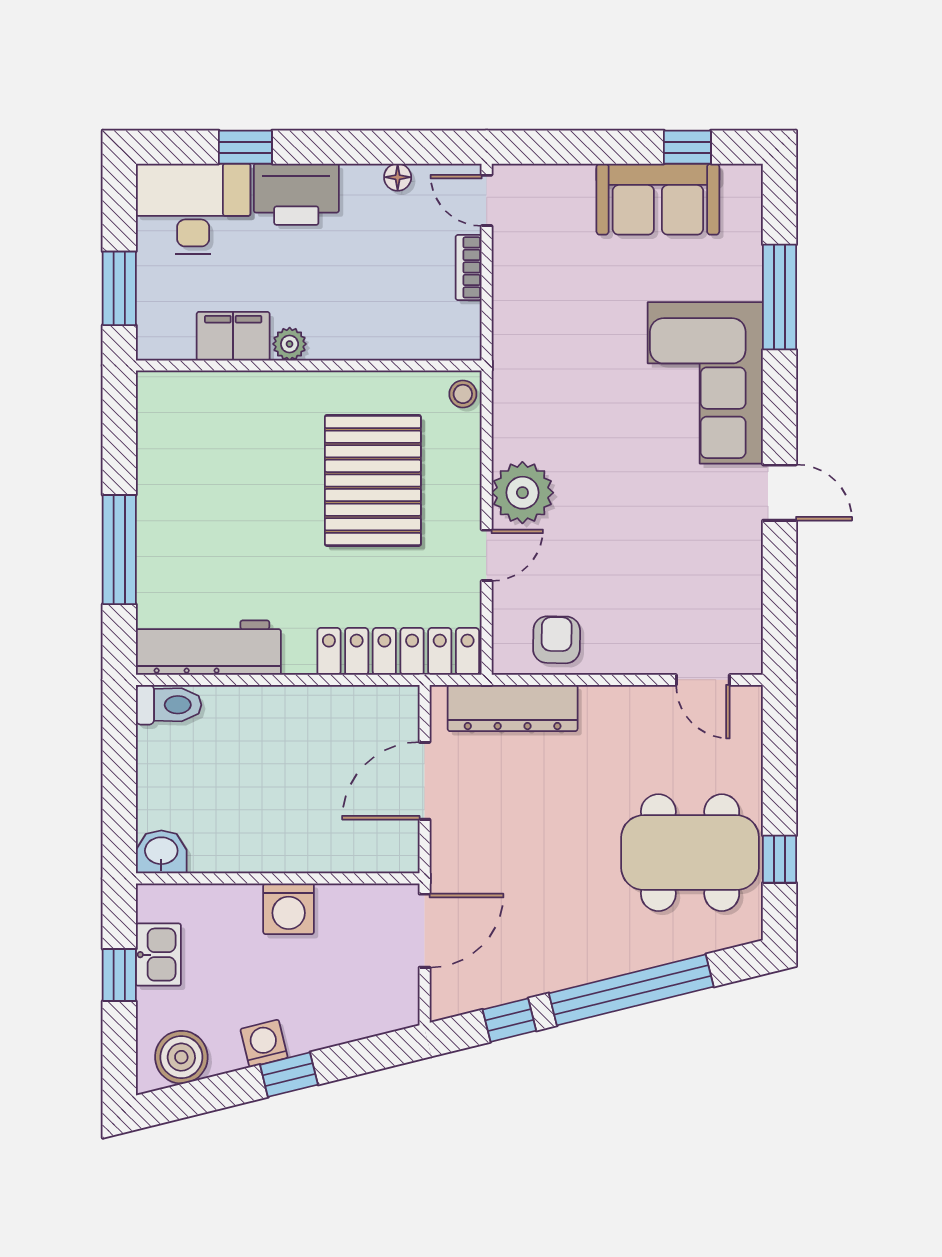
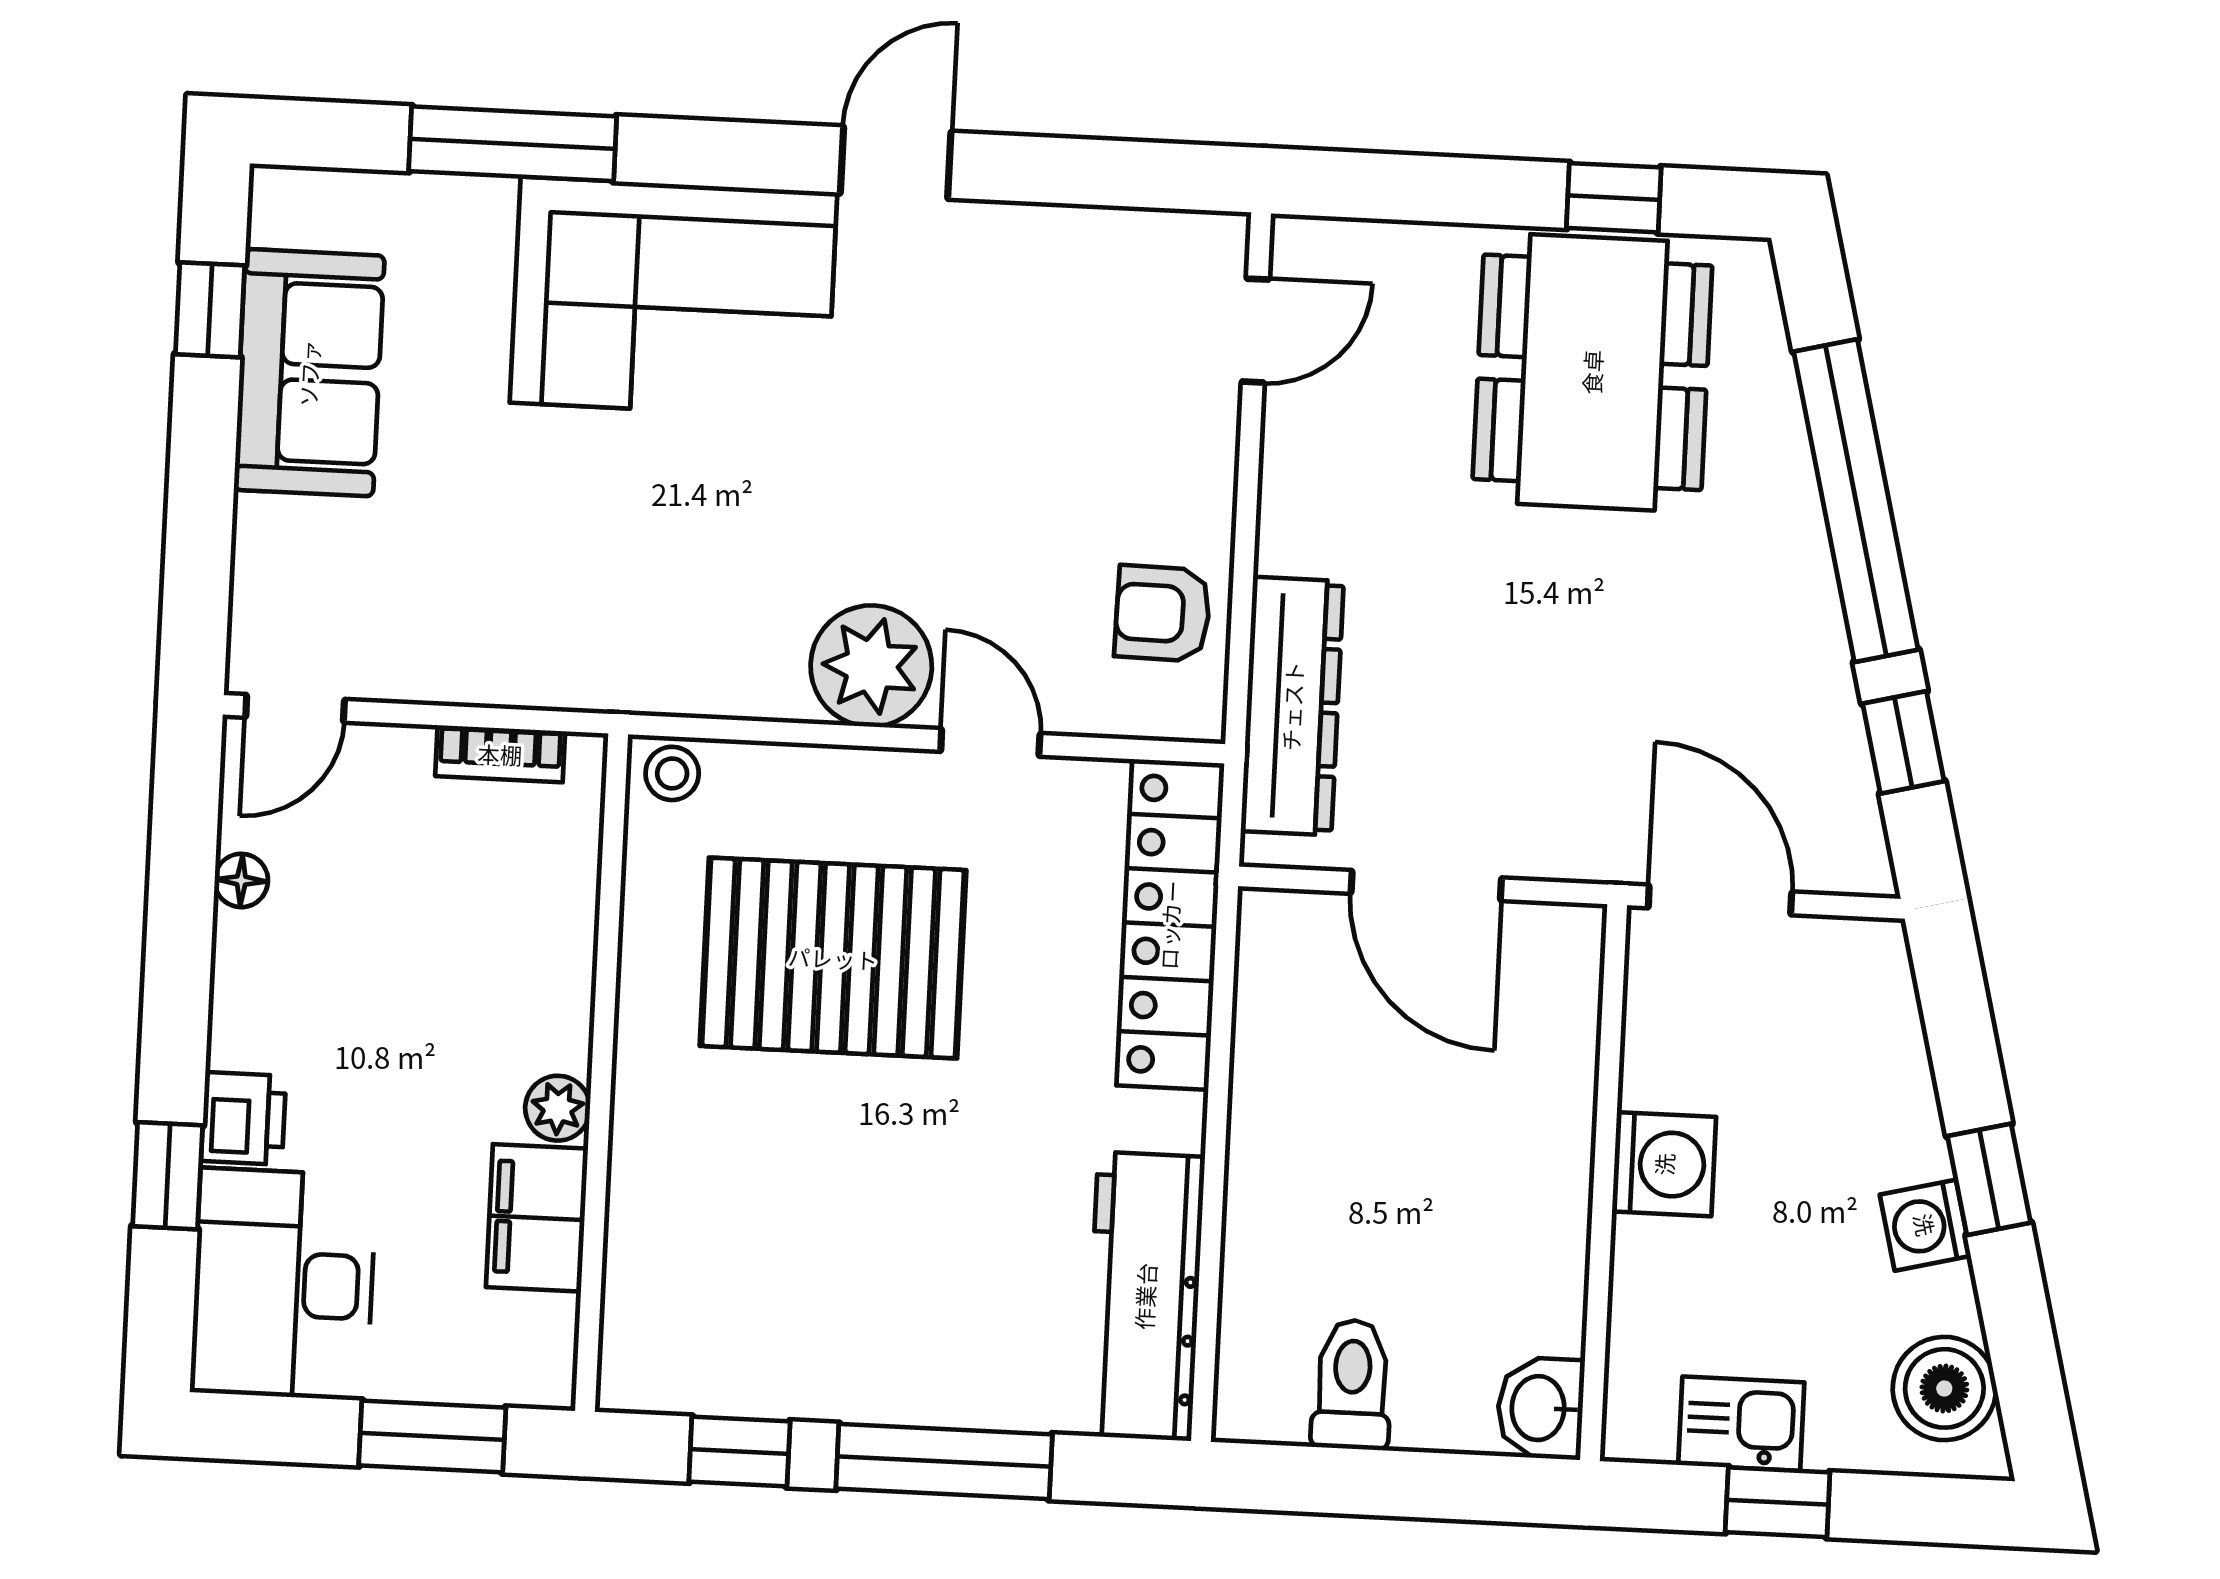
printer: (296, 194) -> (244, 1118), width x0.53, depth x0.68
bookcase: (469, 267) -> (500, 754), moved
window: (119, 445) -> (739, 1451), added
toilet: (169, 705) -> (1352, 1385), moved

